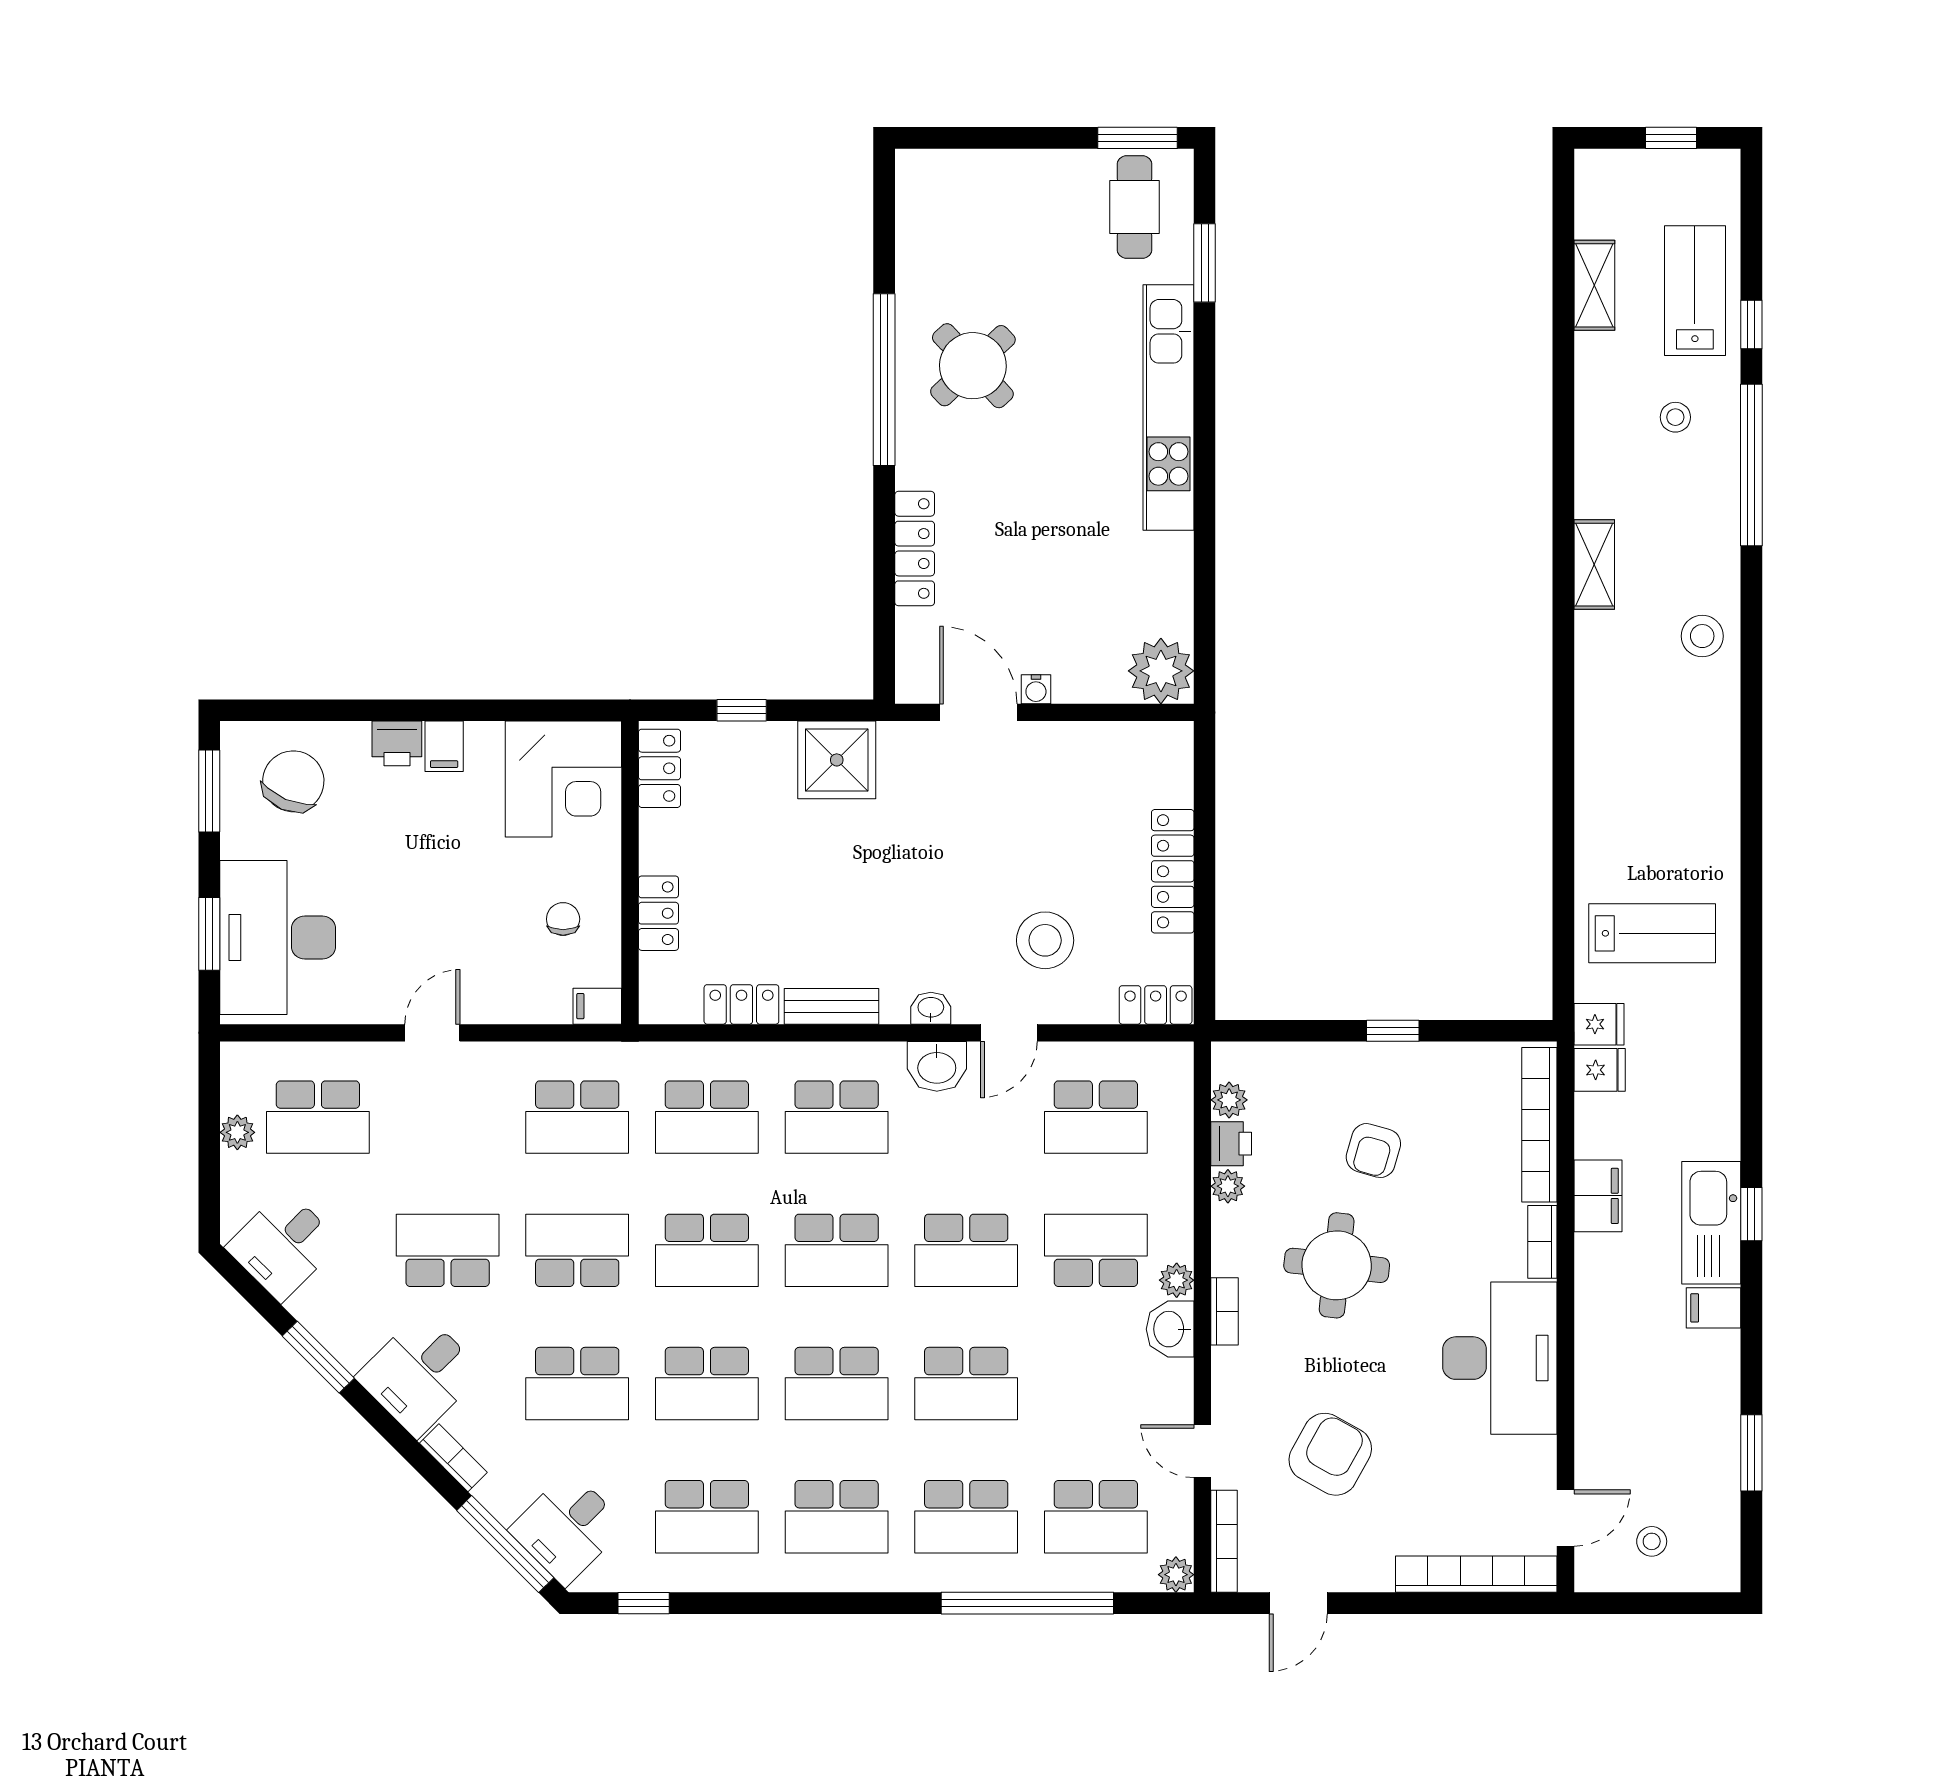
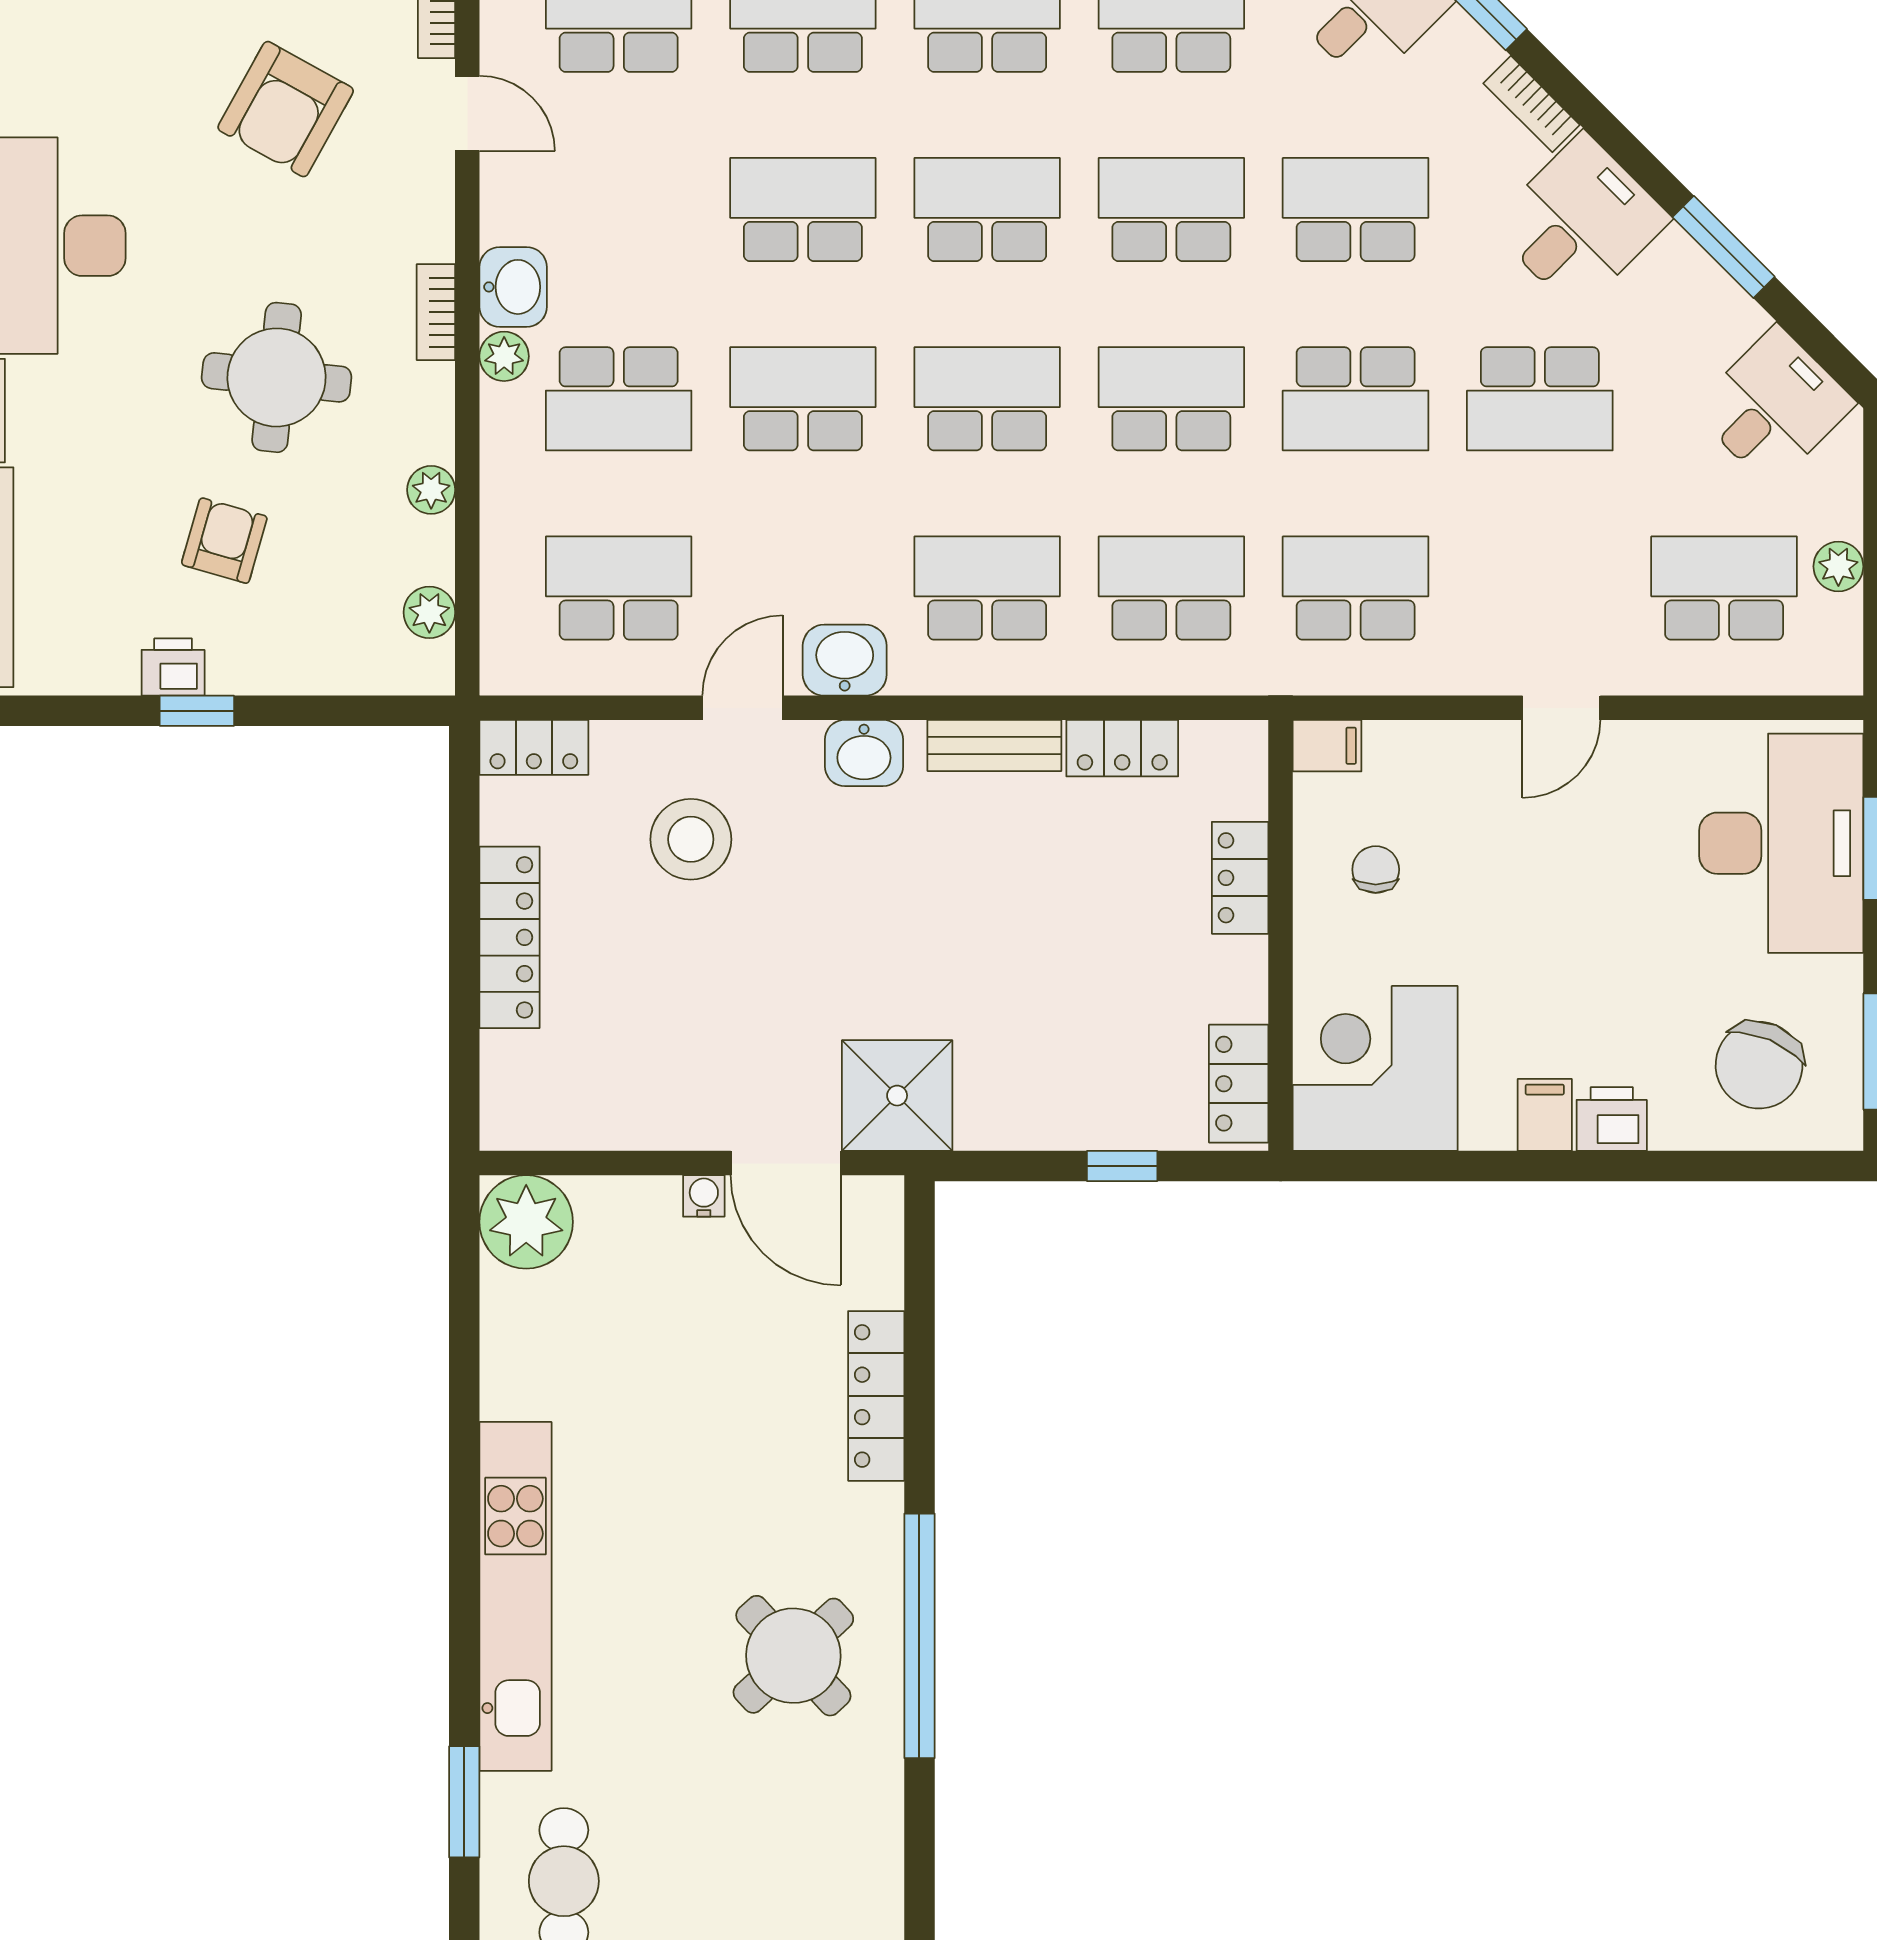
shower: (837, 760) -> (897, 1096), moved
chair: (563, 919) -> (1376, 870), turned 180
washbasin: (931, 1008) -> (864, 753), width x1.38, depth x1.45
printer: (1231, 1144) -> (173, 667), moved, turned 90

